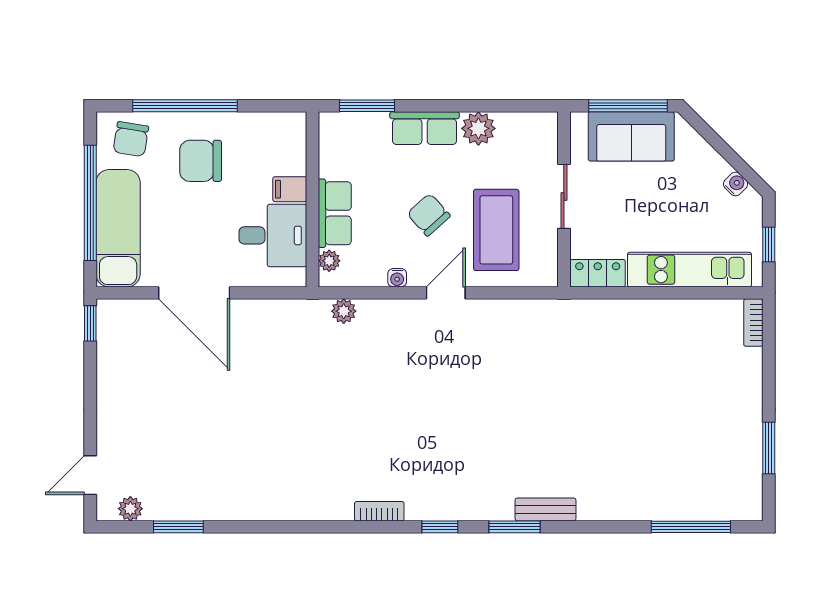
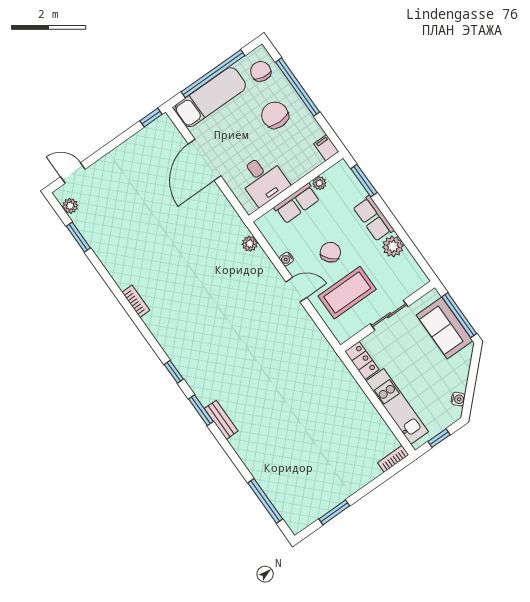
chair: (131, 139) -> (261, 71), turned 92
filing cabinet: (290, 189) -> (326, 148), moved
plant: (329, 261) -> (319, 183), moved
bookcase: (379, 511) -> (136, 301), moved

